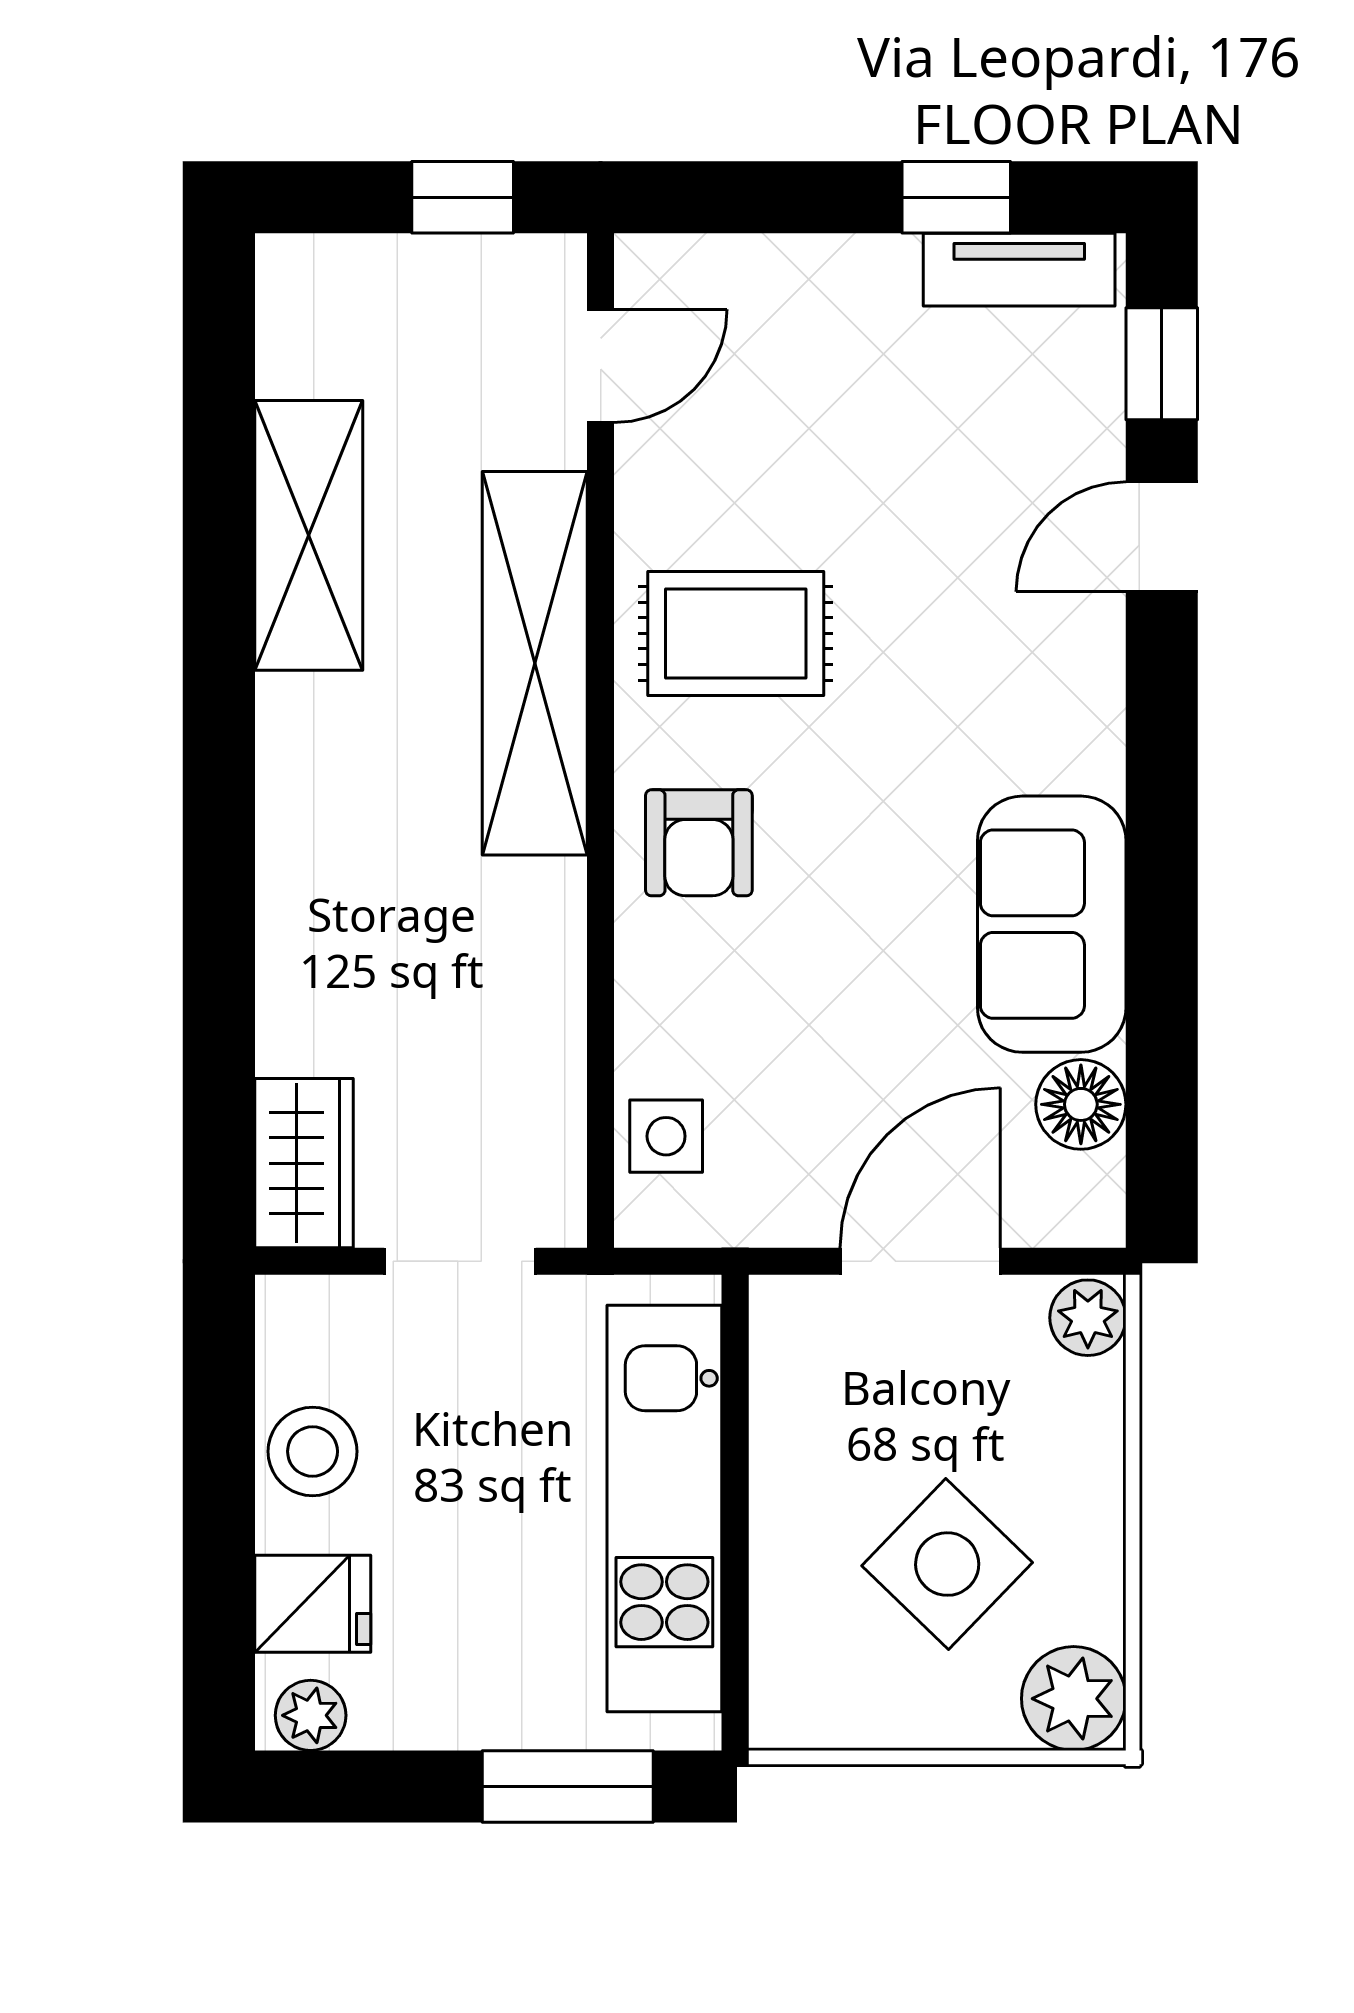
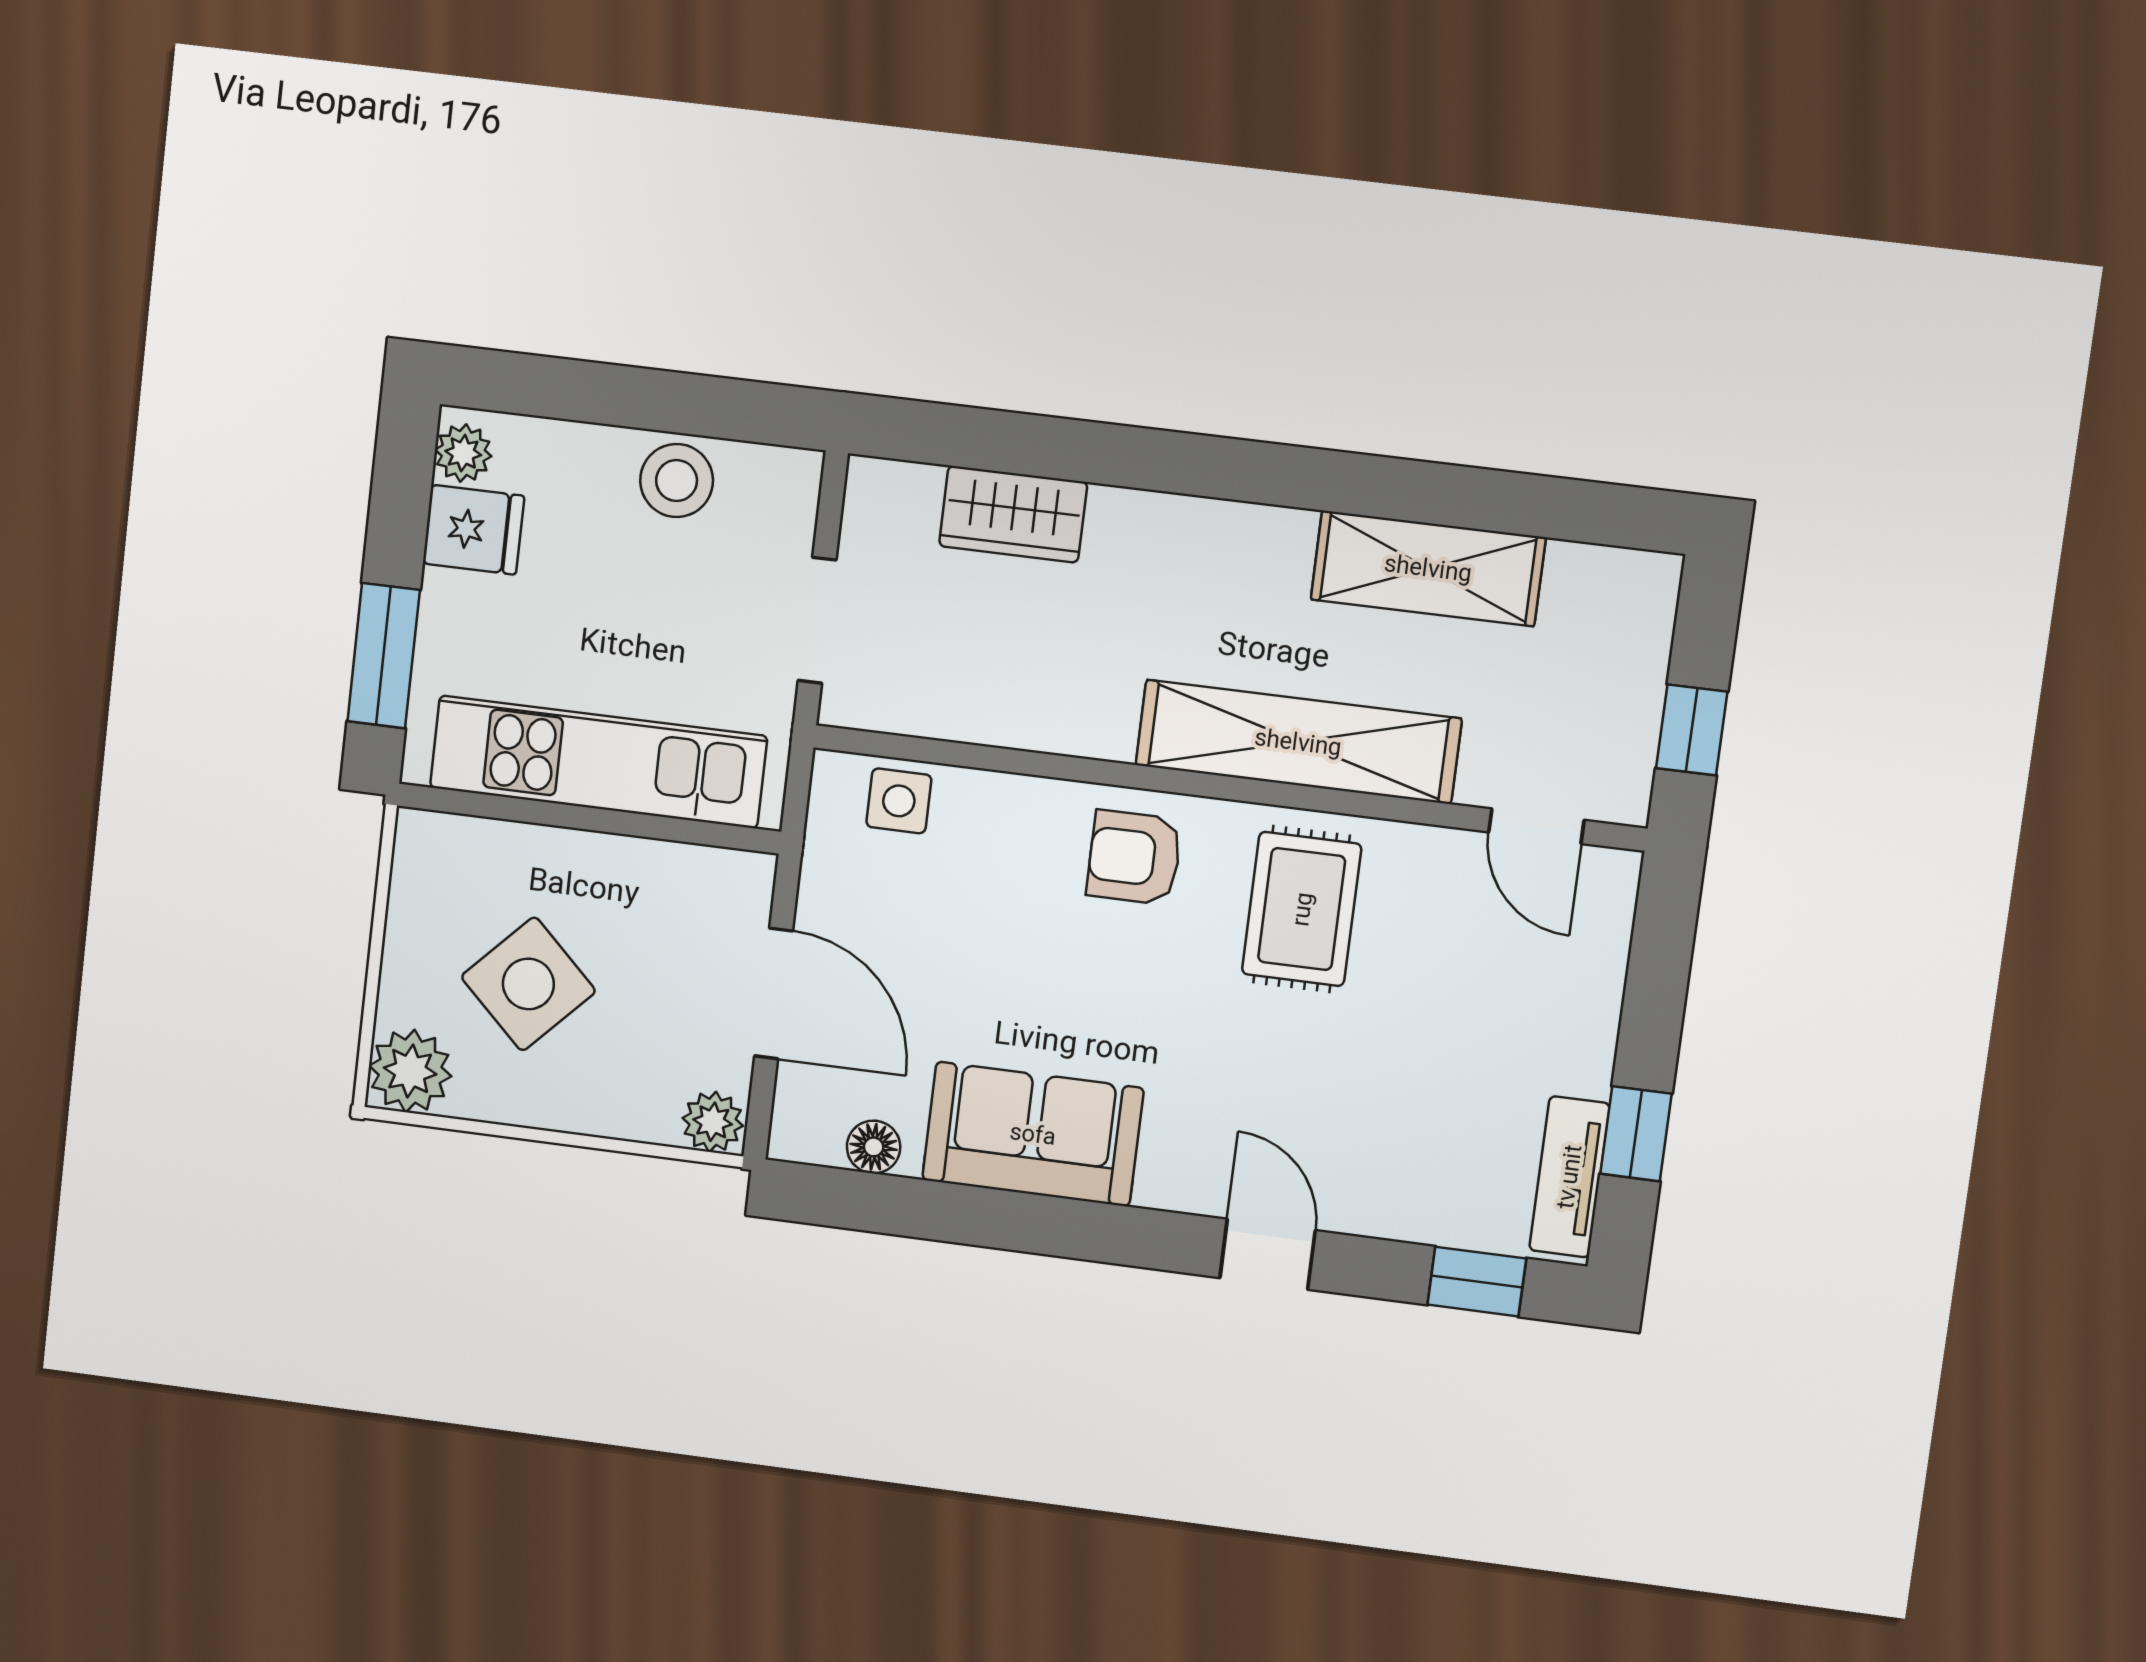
door: (1162, 537) -> (1268, 1254), moved
floor lamp: (1081, 1104) -> (874, 1147), width x0.73, depth x0.73
wardrobe: (304, 1163) -> (1013, 514), moved
fridge: (313, 1604) -> (473, 530), moved, turned -90

